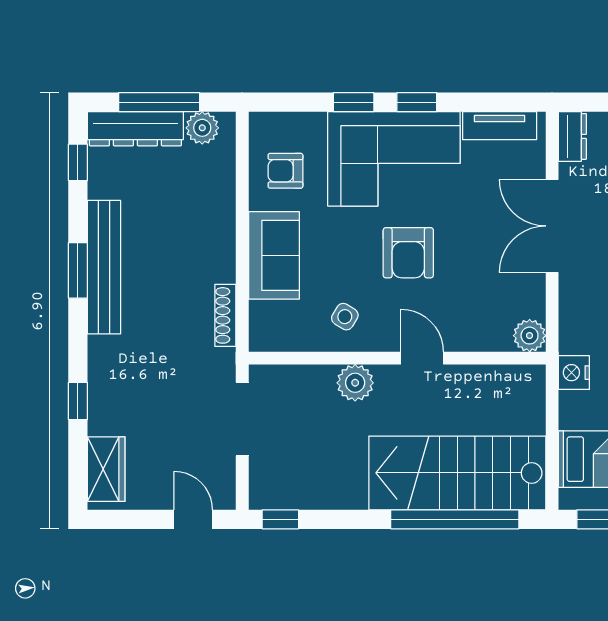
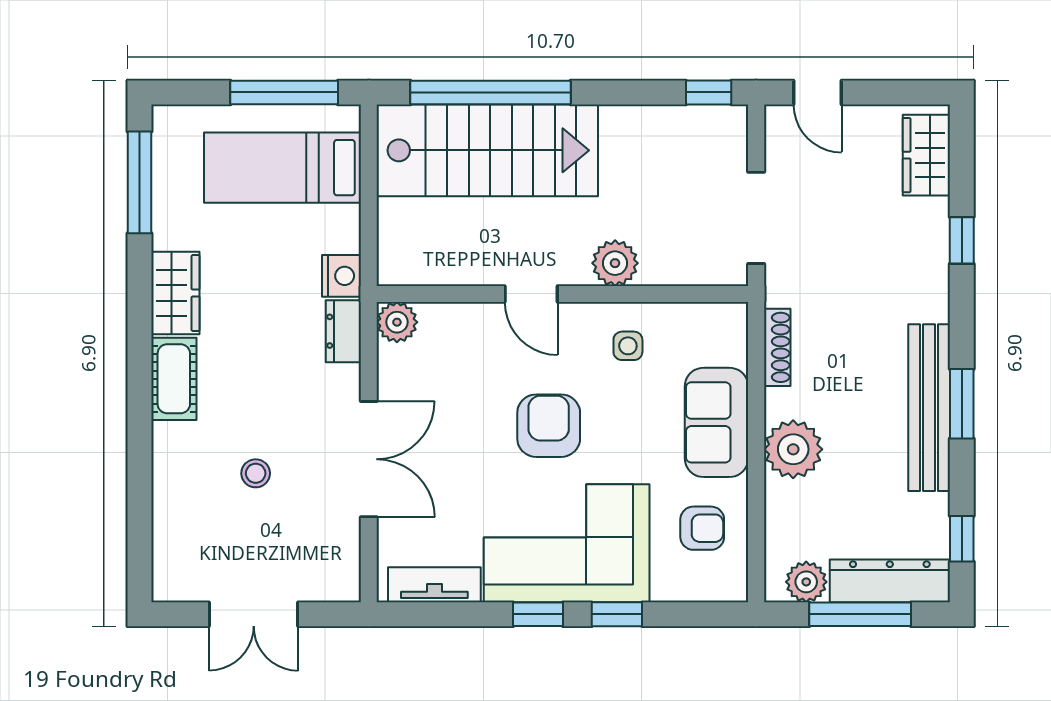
dresser: (572, 136) -> (343, 331), moved
plant: (213, 234) -> (793, 449), added
side table: (345, 317) -> (628, 346), turned -31

